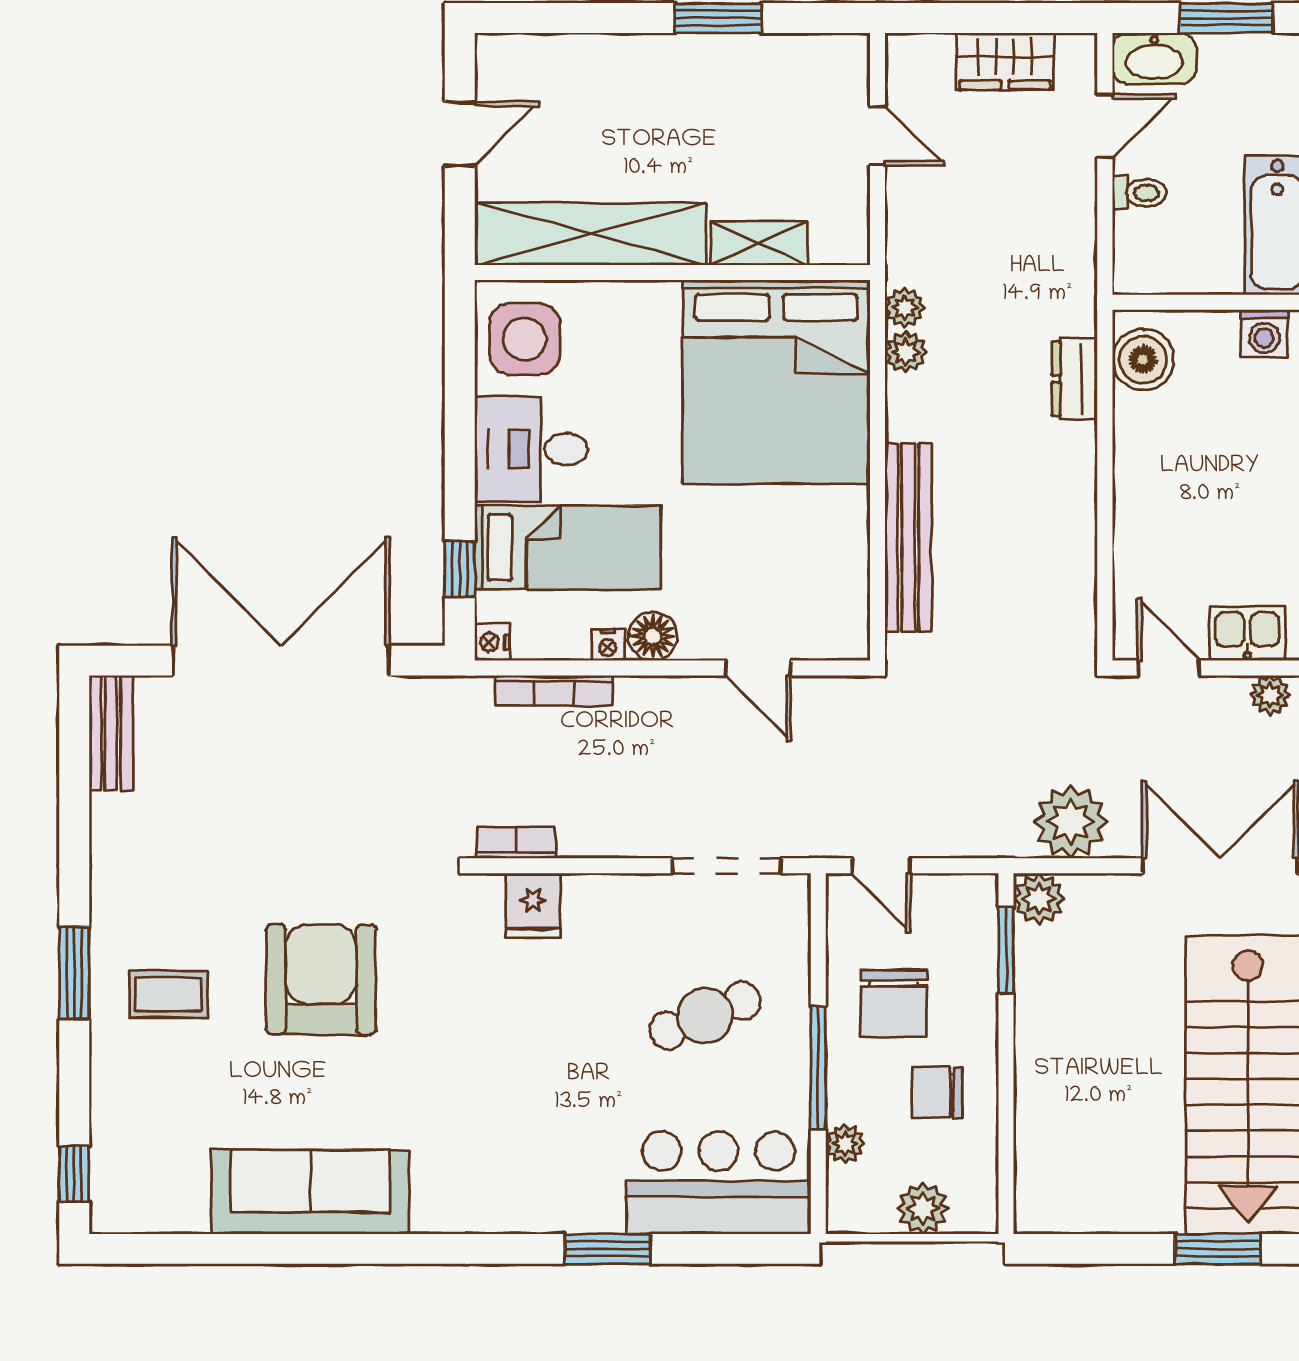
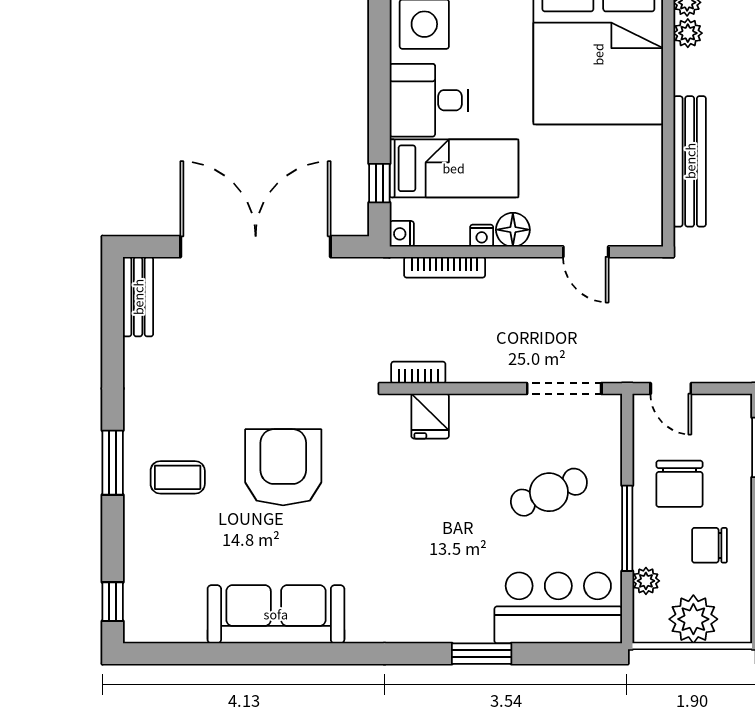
plant: (923, 1208) -> (693, 619), width x1.36, depth x1.36

